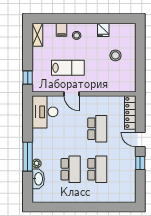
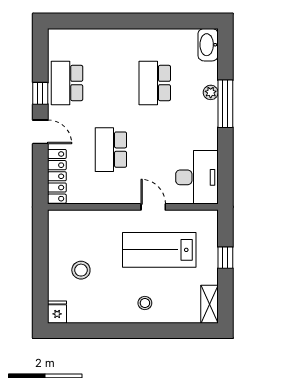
filing cabinet: (62, 30) -> (170, 312), removed
fridge: (103, 30) -> (57, 312), moved
lab bench: (68, 68) -> (159, 250), width x1.36, depth x1.39
window: (28, 77) -> (225, 258), moved
school desk: (97, 169) -> (67, 83), moved
washbasin: (38, 179) -> (208, 45), moved

